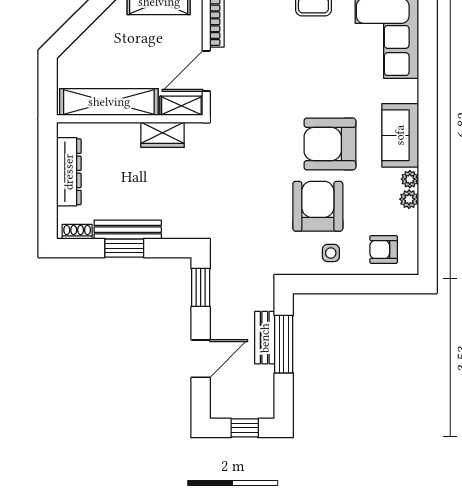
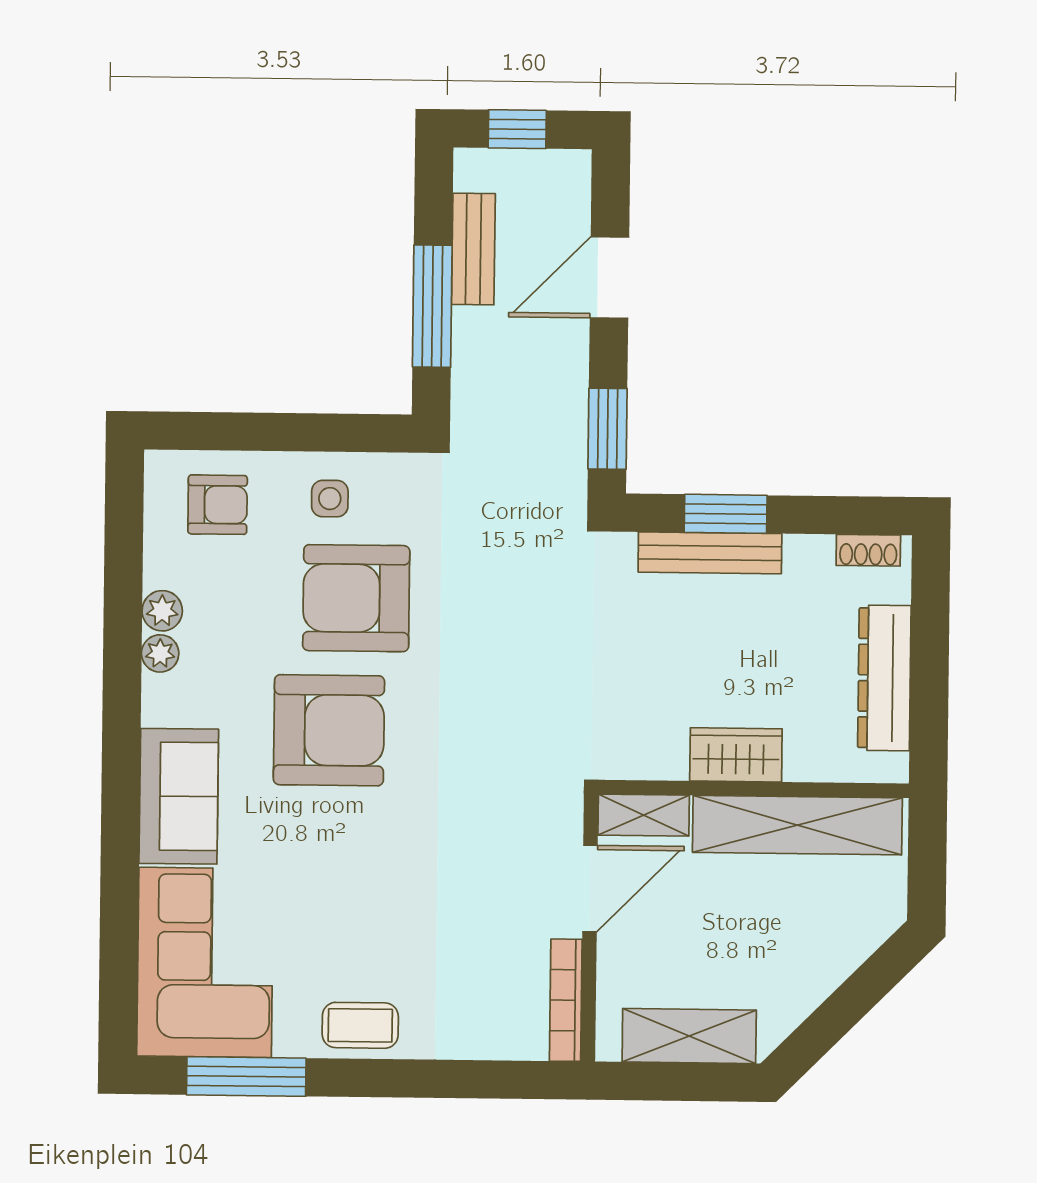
wardrobe: (163, 135) -> (736, 755), moved
sofa: (400, 135) -> (179, 796), moved
armchair: (318, 206) -> (356, 598), turned 90
bench: (128, 230) -> (710, 553), moved
window: (124, 248) -> (726, 514), moved
bench: (265, 338) -> (473, 249), moved

